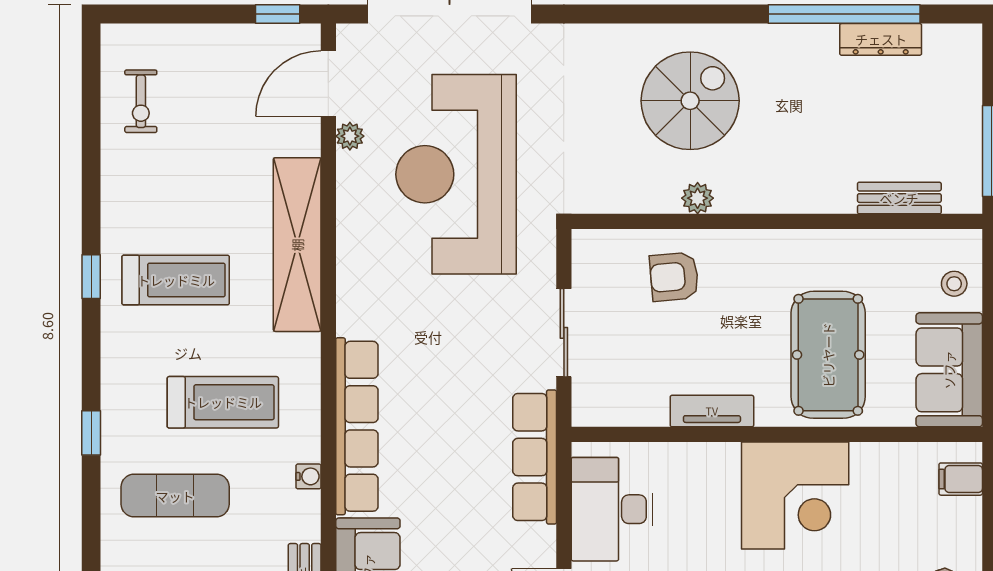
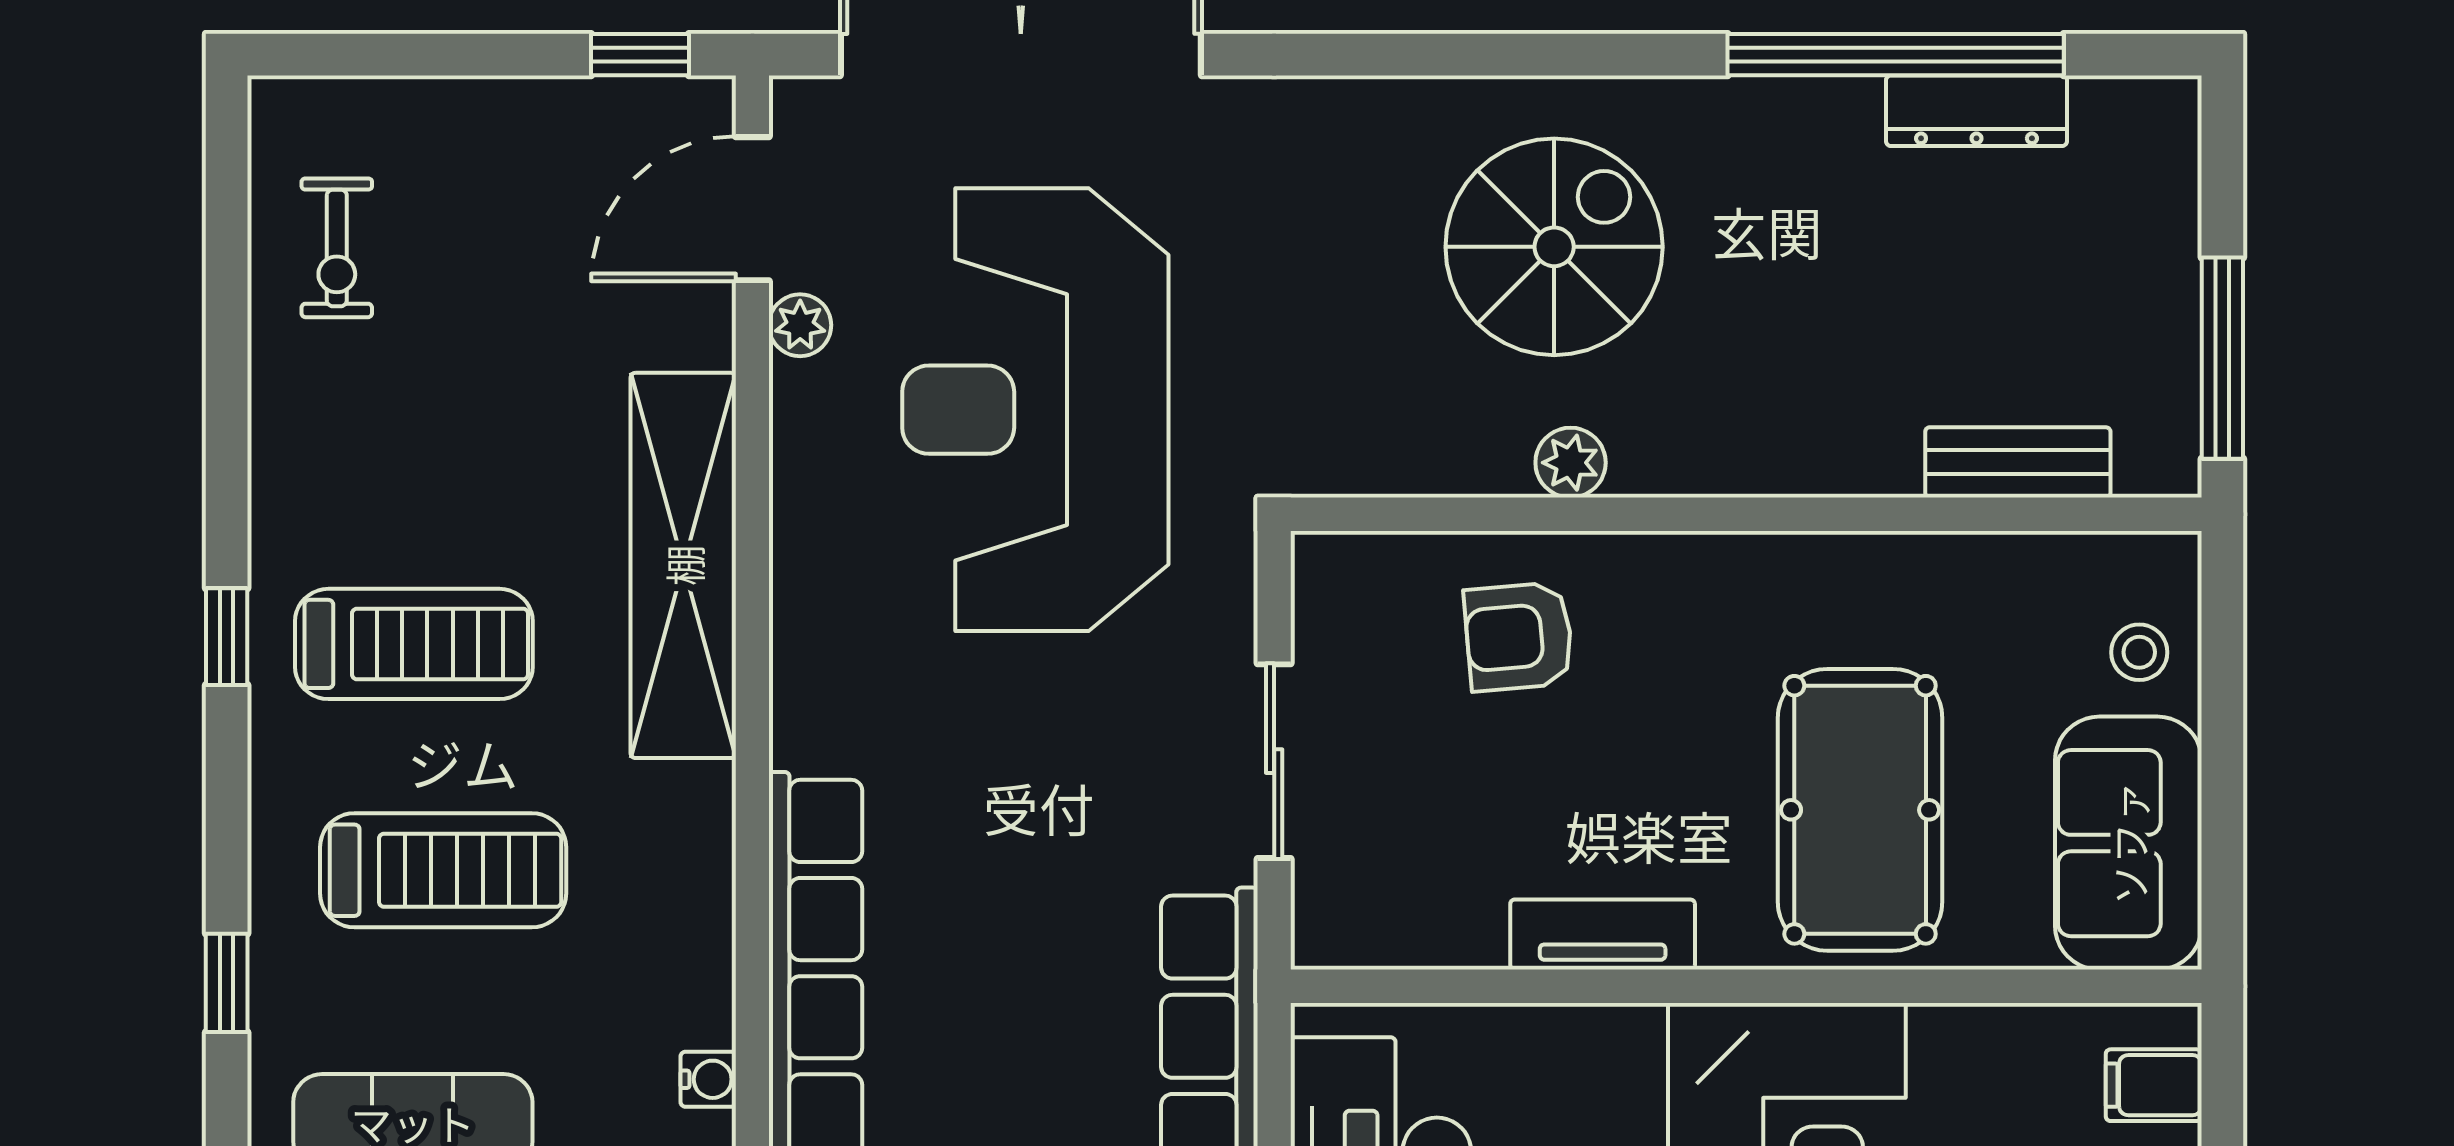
treadmill: (223, 402) -> (443, 870), moved

